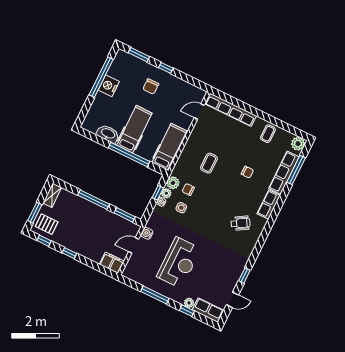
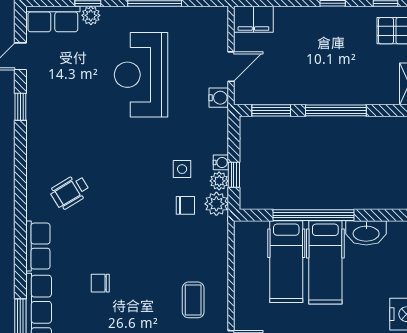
hospital bed: (169, 147) -> (286, 262), moved
coffee table: (209, 163) -> (193, 300), moved

